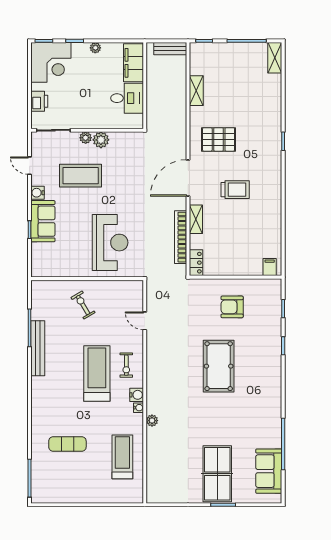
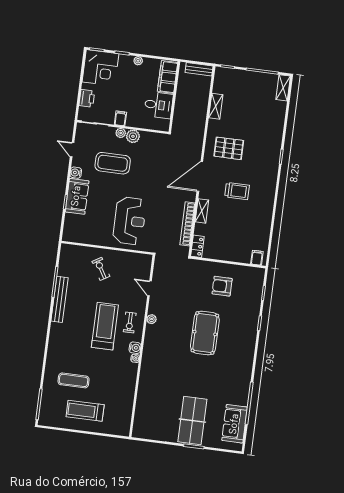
filing cabinet: (83, 120) -> (120, 118), added
plant: (152, 421) -> (152, 319), moved
treadmill: (122, 457) -> (85, 411), moved, turned -90

